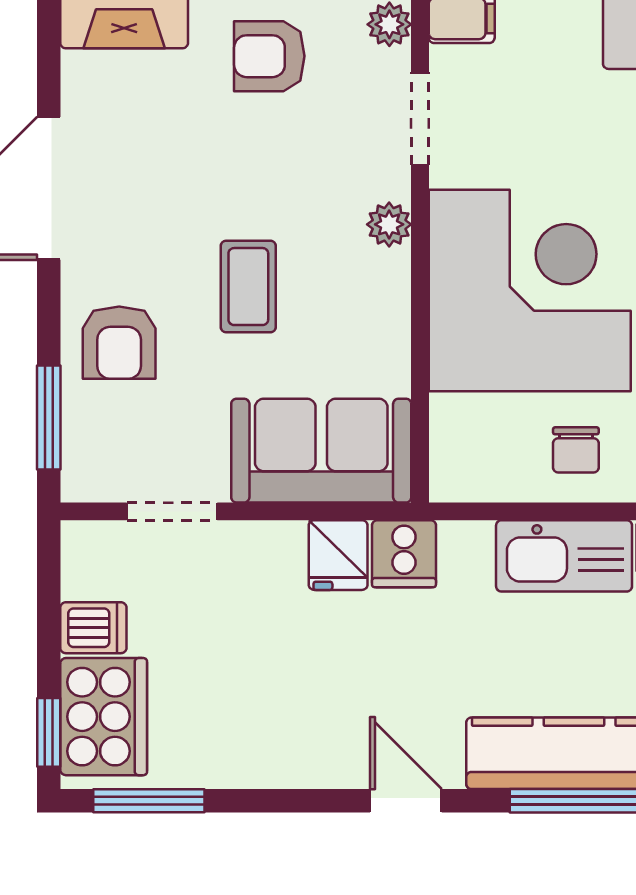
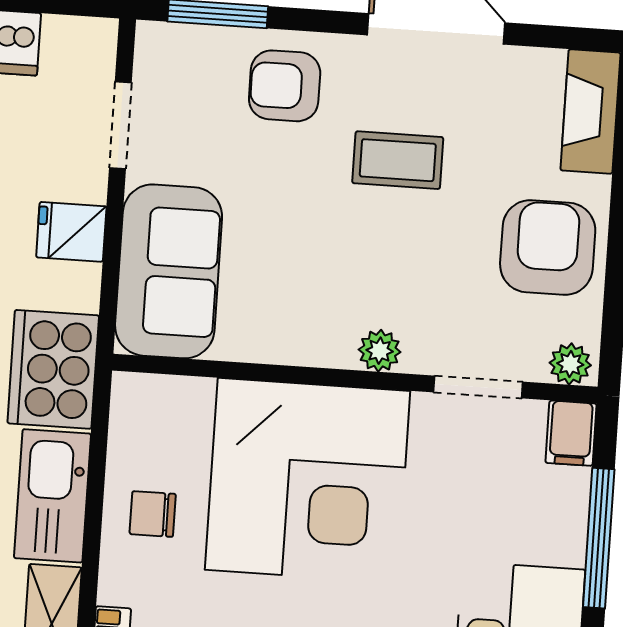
armchair: (269, 56) -> (548, 248), width x1.38, depth x1.38
coffee table: (248, 287) -> (398, 160), moved
cooker: (404, 554) -> (53, 369), width x1.87, depth x1.31
fridge: (338, 555) -> (71, 232), moved

